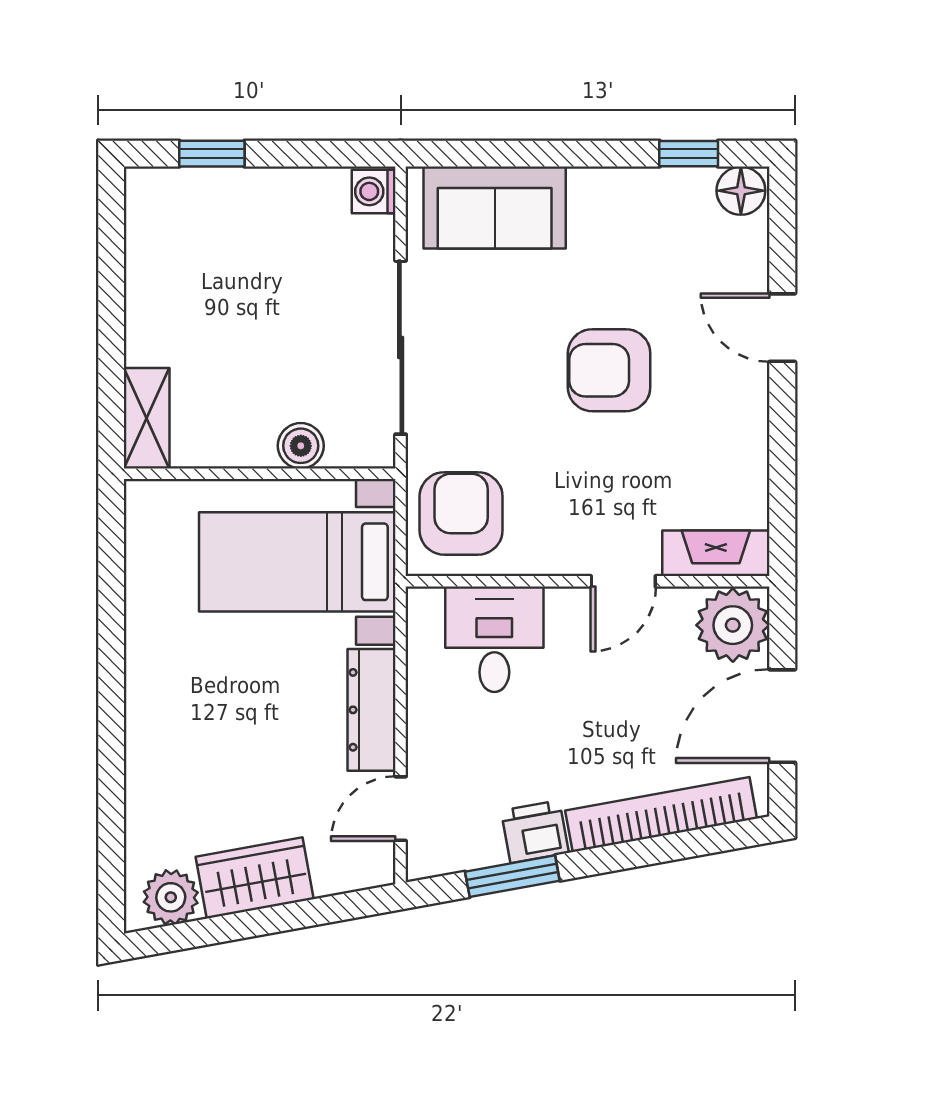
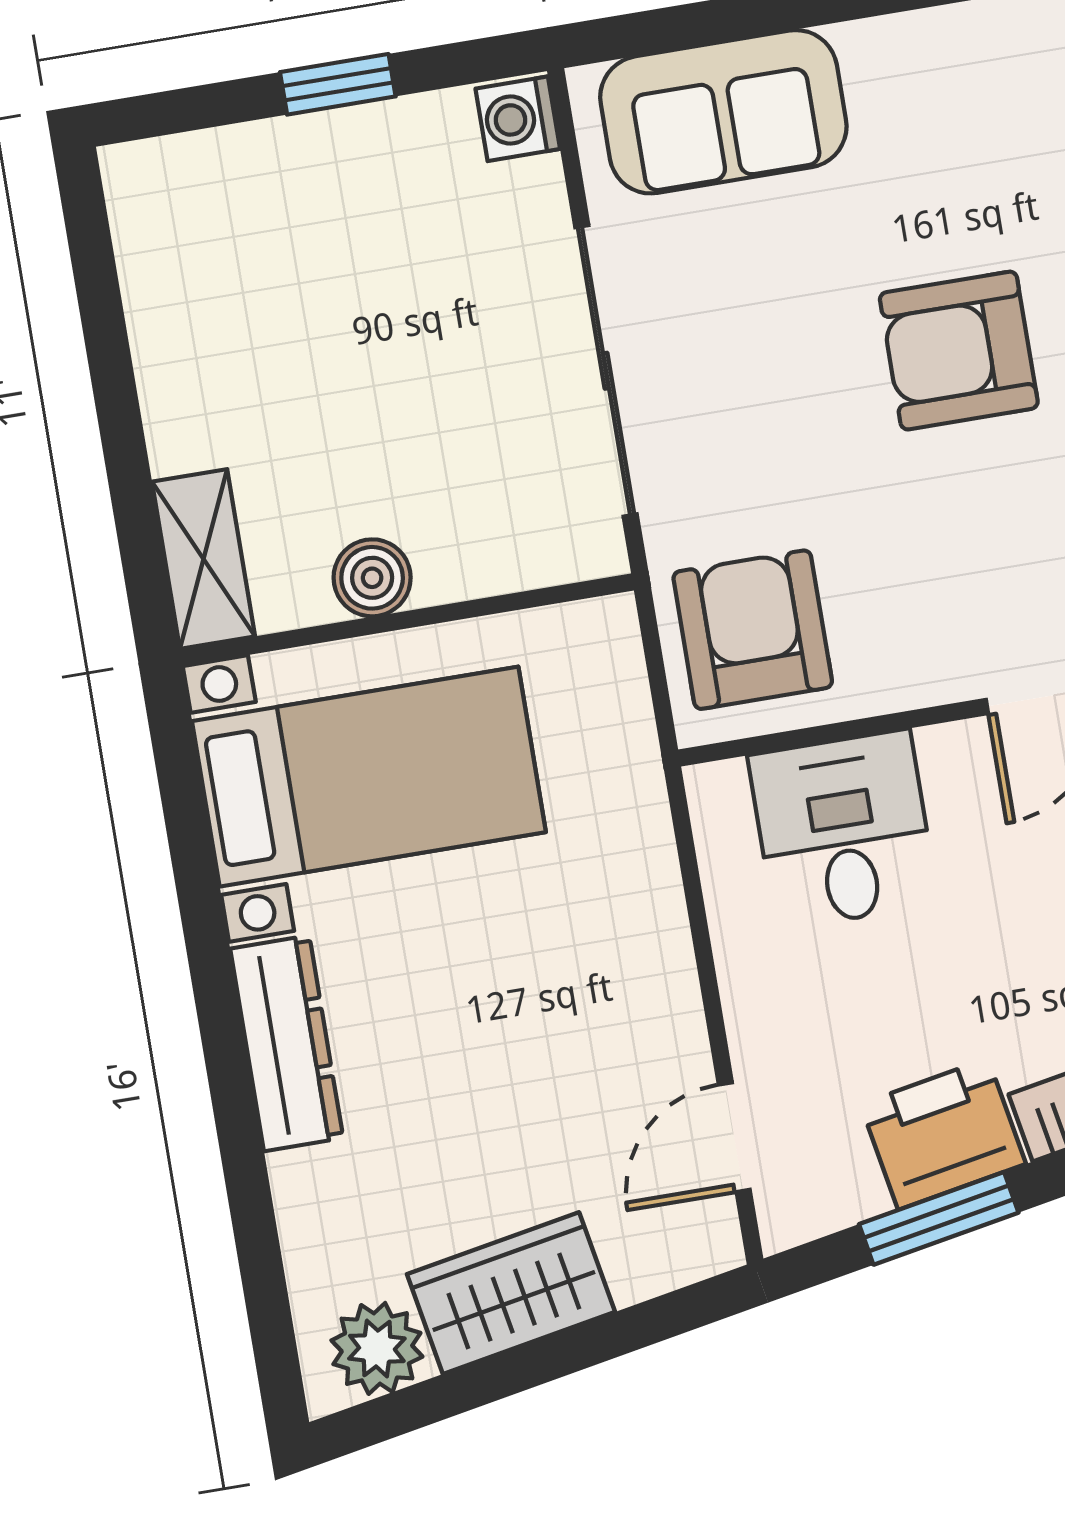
window: (212, 154) -> (338, 84), moved
boiler: (301, 446) -> (372, 578), moved
bed with nightstands: (297, 562) -> (369, 777), moved, turned 180
dresser: (372, 710) -> (287, 1043), moved, turned 180
printer: (535, 832) -> (943, 1134), width x1.36, depth x1.24

